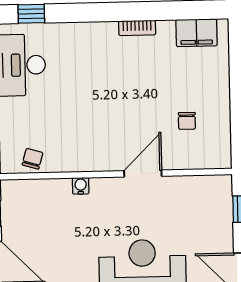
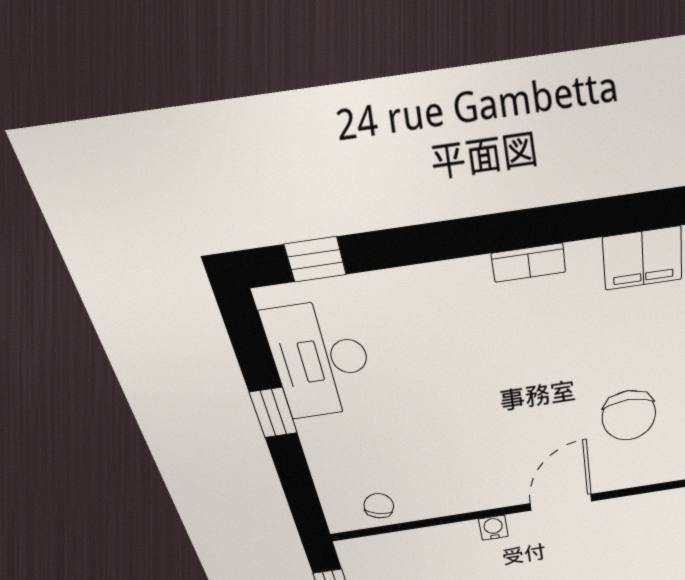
chair: (187, 121) -> (629, 416), width x1.87, depth x1.87
water cooler: (81, 186) -> (493, 528), moved

